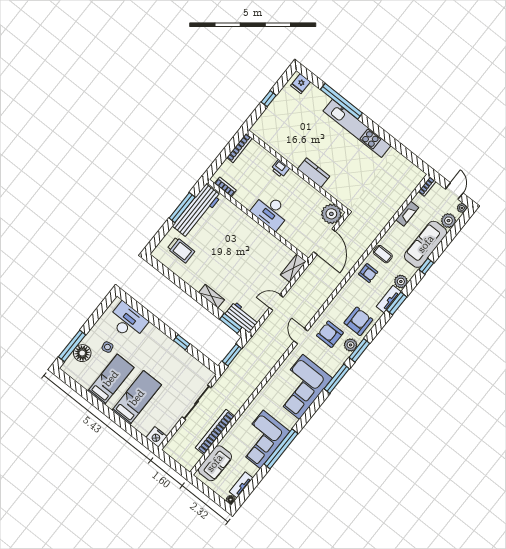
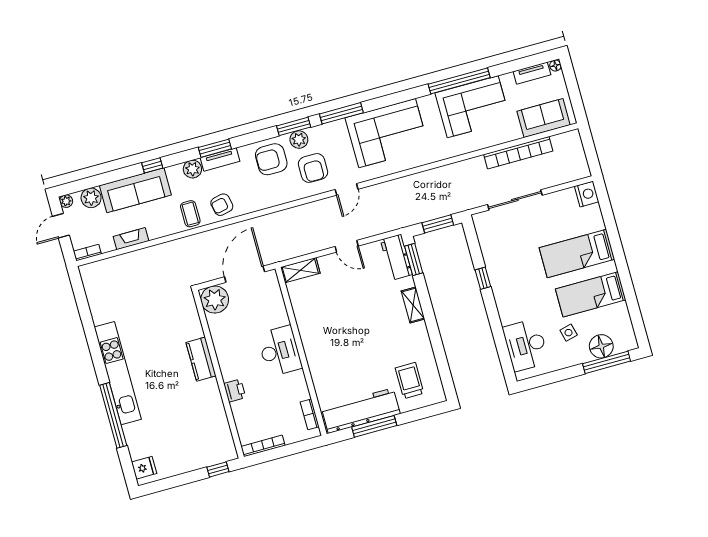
window: (269, 99) -> (218, 469), moved
armchair: (368, 273) -> (222, 205), turned -102

